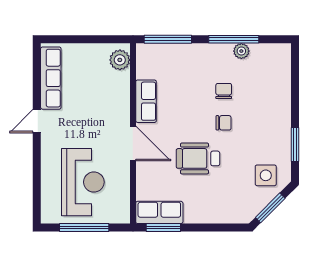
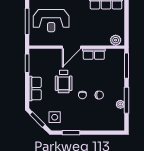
wheelchair: (198, 158) -> (64, 81), turned 180
row of seats: (159, 212) -> (35, 89), moved

